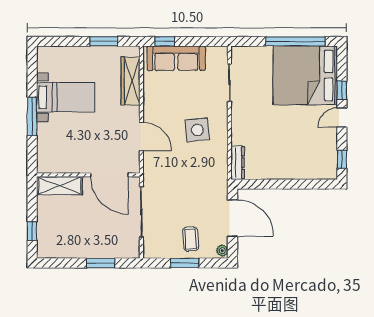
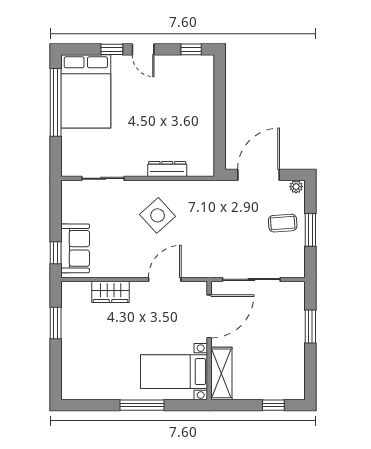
sofa: (176, 58) -> (75, 248), width x0.73
bed: (305, 75) -> (86, 91), width x0.73
wardrobe: (131, 81) -> (111, 292), width x0.67
bed with nightstands: (66, 97) -> (174, 372), moved, turned -90
side table: (197, 130) -> (158, 215), turned -36
dresser: (238, 163) -> (167, 169), moved

